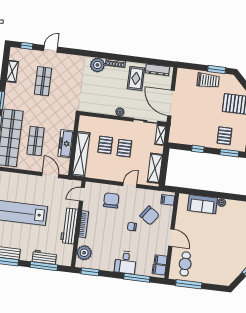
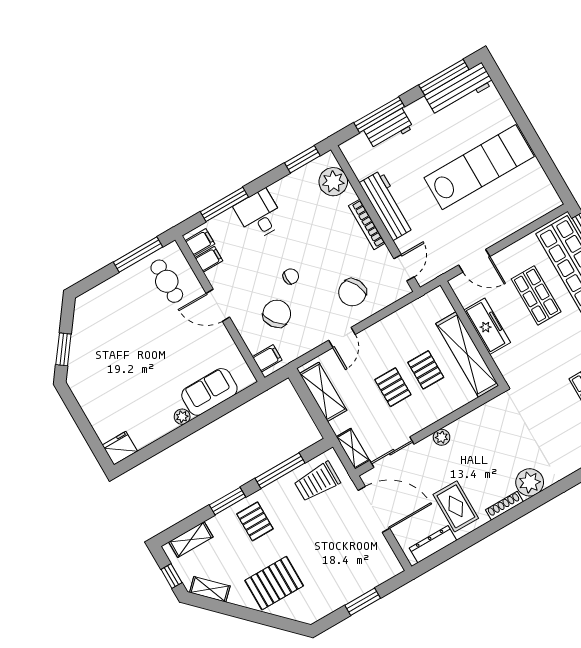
window: (217, 70) -> (363, 602), moved
trolley: (208, 80) -> (317, 482), moved
window: (198, 149) -> (280, 471), width x2.17
shelving: (81, 154) -> (467, 355), moved
chair: (111, 200) -> (352, 292), turned 64
chair: (150, 215) -> (277, 314), turned 108

